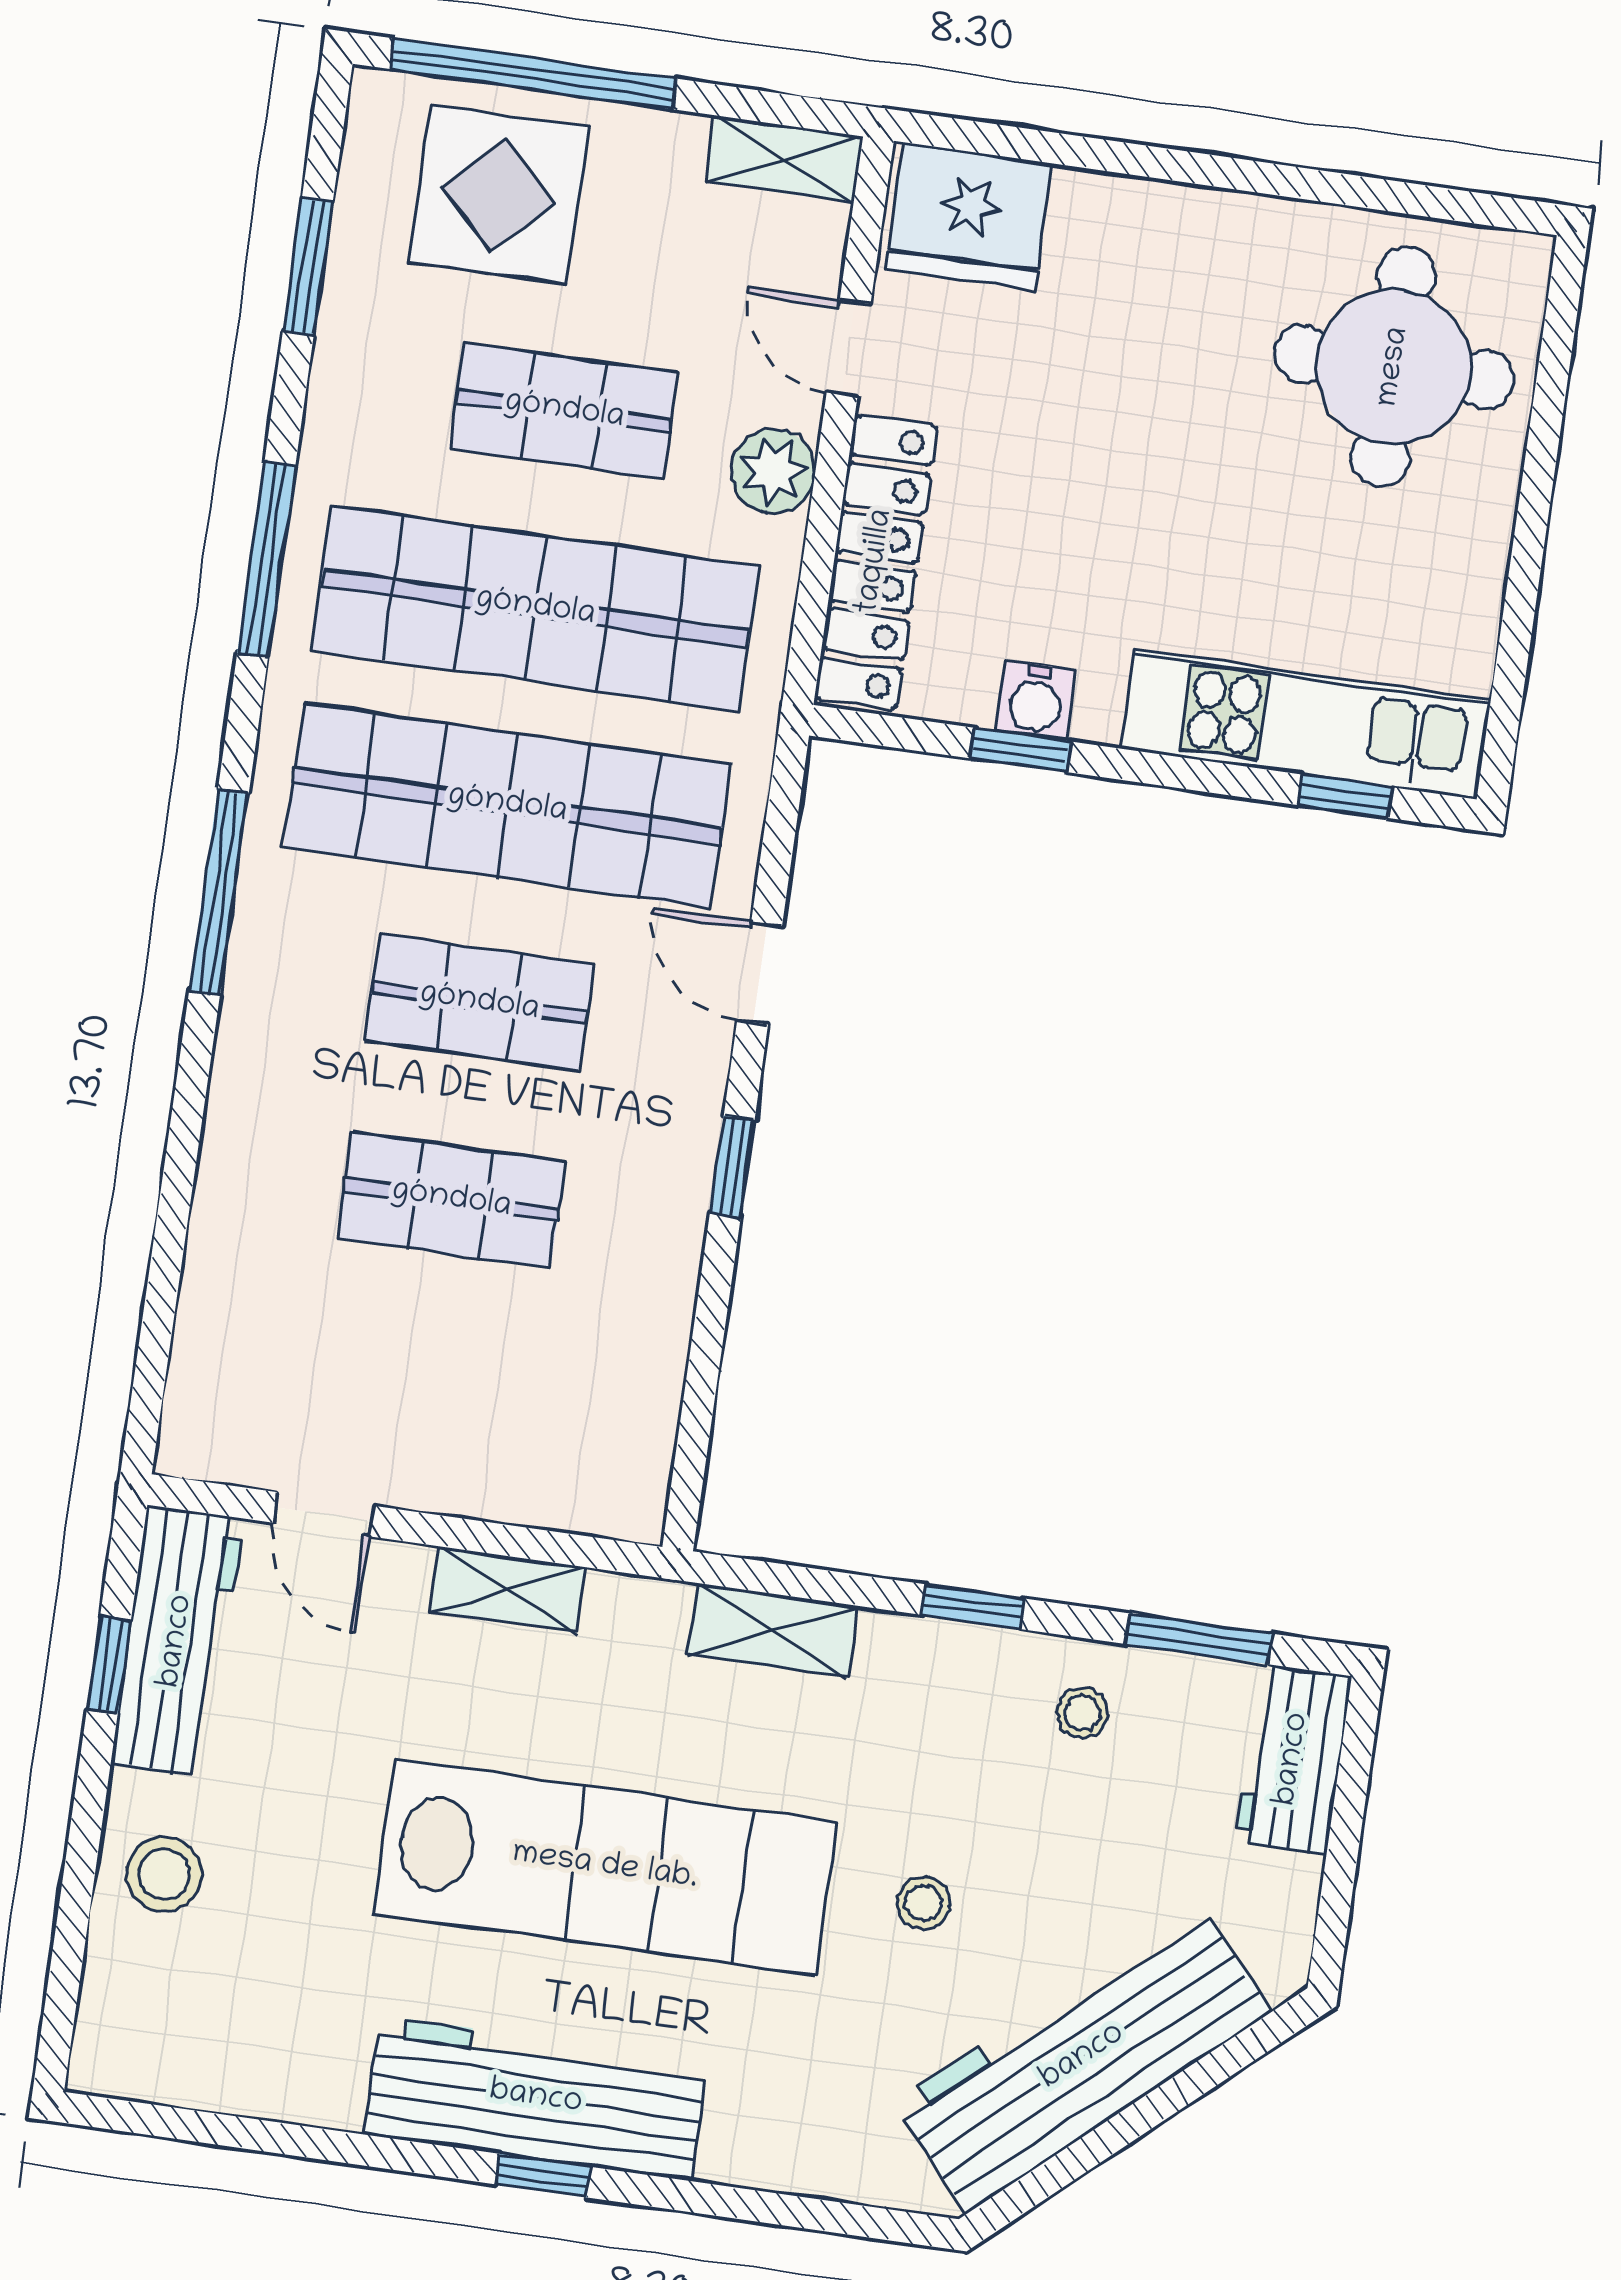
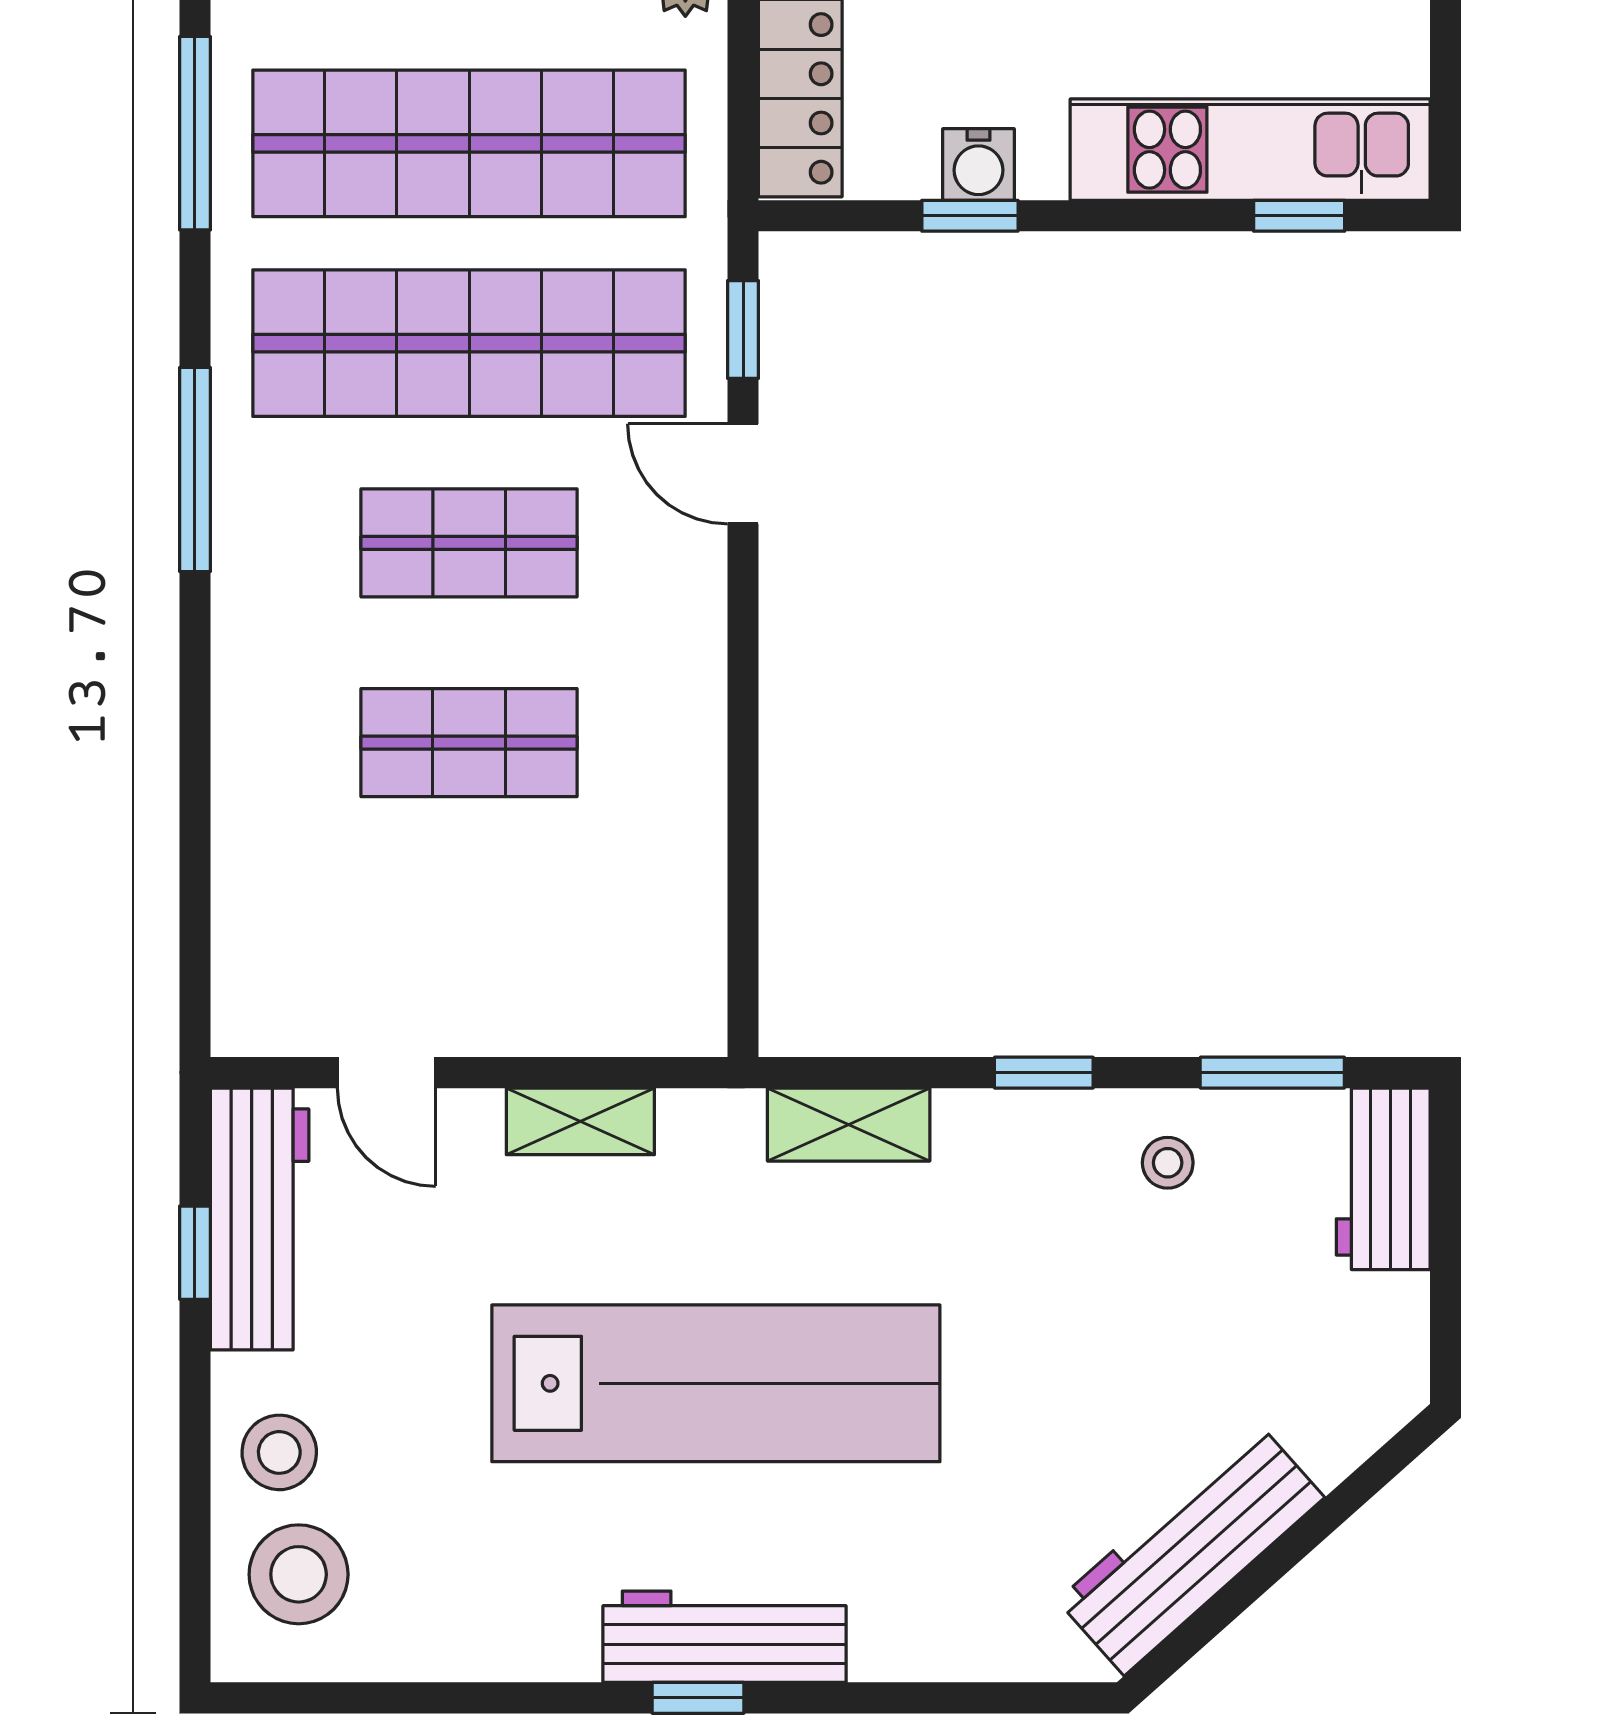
window: (732, 1166) -> (743, 330), moved
stool: (923, 1903) -> (299, 1574), moved, width x1.89, depth x1.89
workbench: (1083, 2057) -> (1191, 1549), width x0.73, depth x0.76
workbench: (536, 2098) -> (724, 1637), width x0.73, depth x0.76

